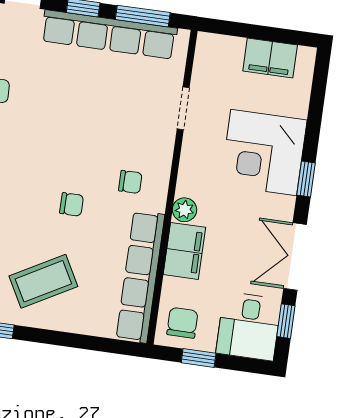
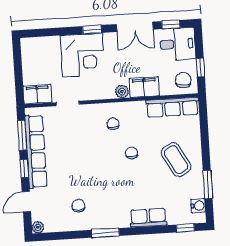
filing cabinet: (270, 58) -> (37, 94), moved, turned -90
row of seats: (140, 277) -> (173, 107), width x0.73
chair: (182, 323) -> (183, 80), turned 95

